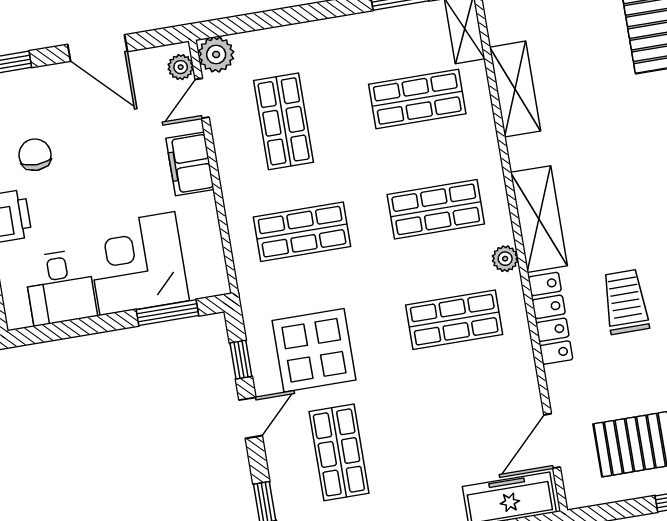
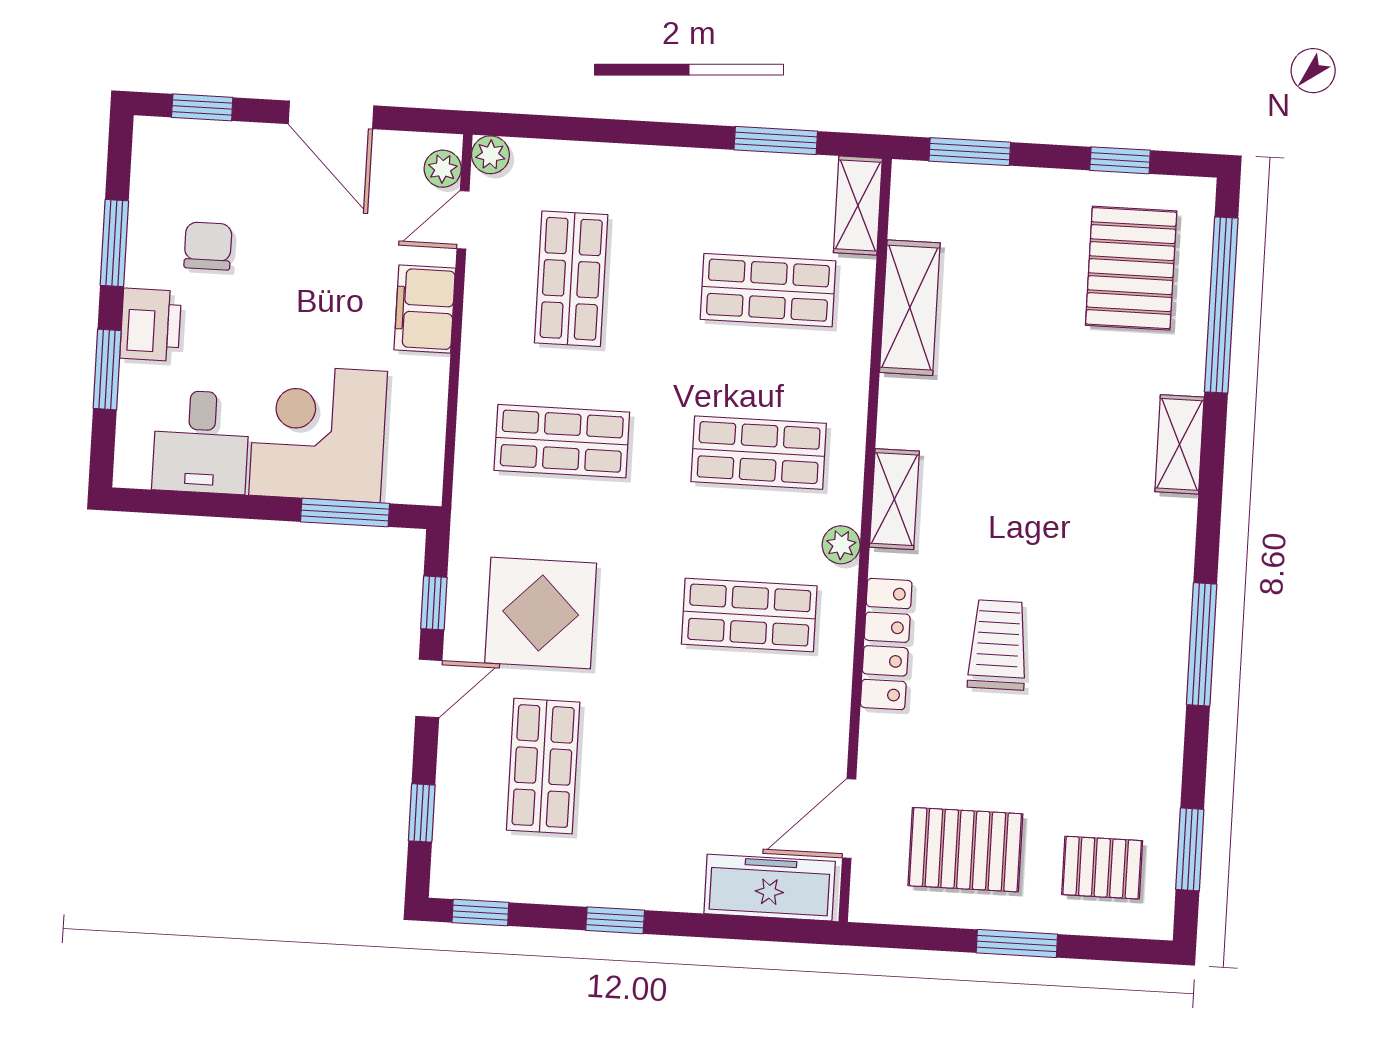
plant: (216, 54) -> (490, 155), width x0.73, depth x0.73
shelving: (539, 219) -> (894, 499), width x0.67, depth x0.75

